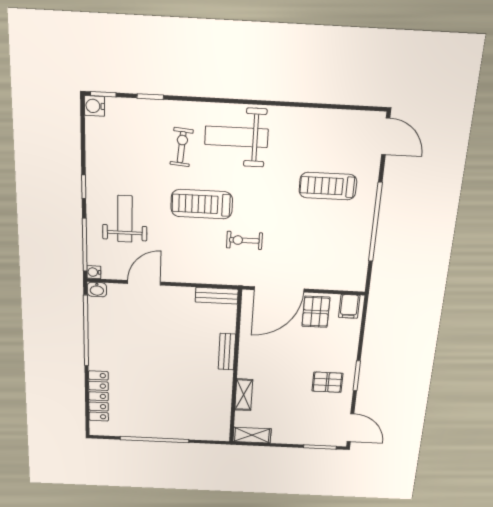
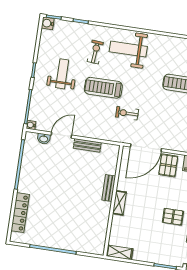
weight bench: (125, 219) -> (62, 74), moved
washbasin: (97, 290) -> (44, 139), moved
bench: (217, 296) -> (87, 145), moved
shelving: (244, 395) -> (119, 203), moved

